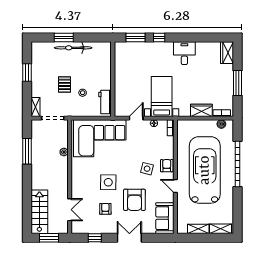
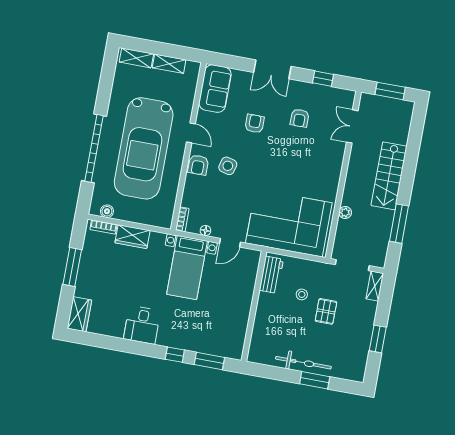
side table: (108, 182) -> (288, 156), removed
armchair: (134, 200) -> (255, 124), width x0.53, depth x0.53
stairs: (39, 212) -> (389, 176), moved

